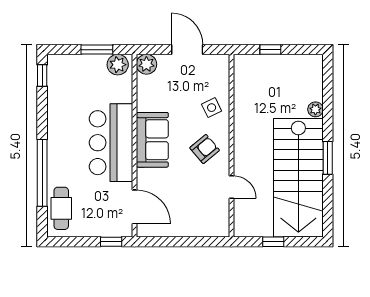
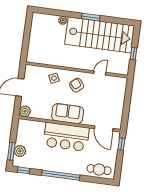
window: (97, 50) -> (11, 151), moved
window: (270, 50) -> (26, 41), removed
plant: (118, 65) -> (20, 151), moved
window: (42, 173) -> (61, 175), moved
door: (135, 207) -> (104, 129), swing flipped

